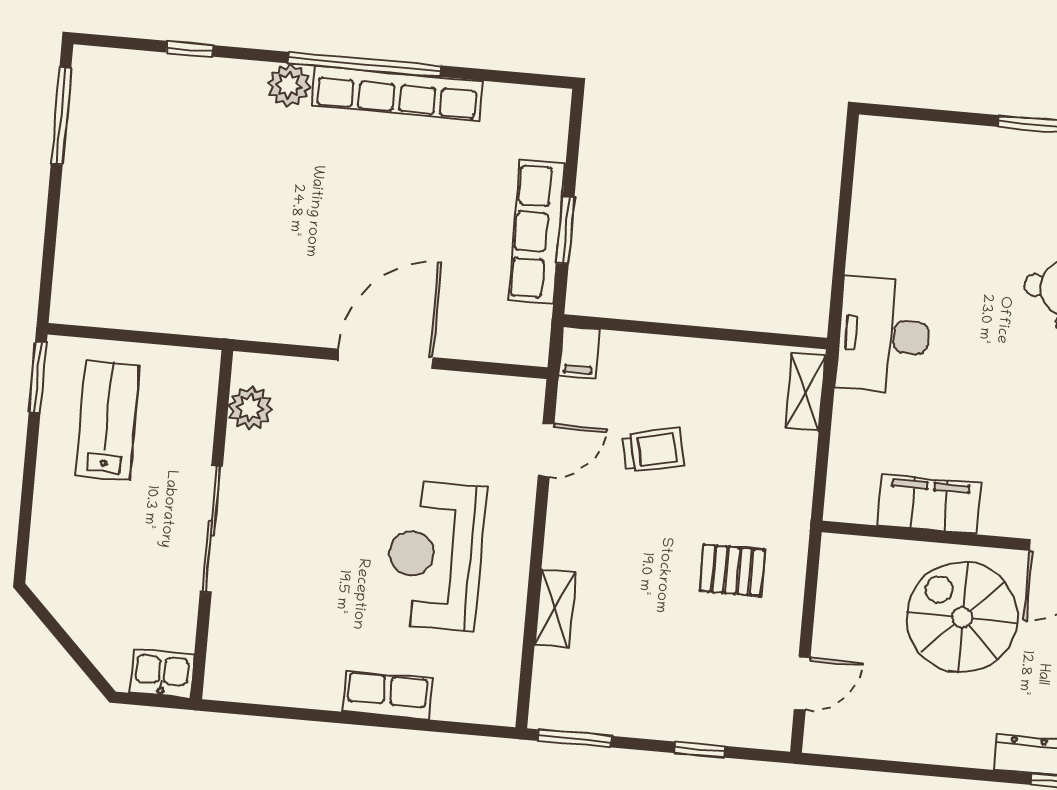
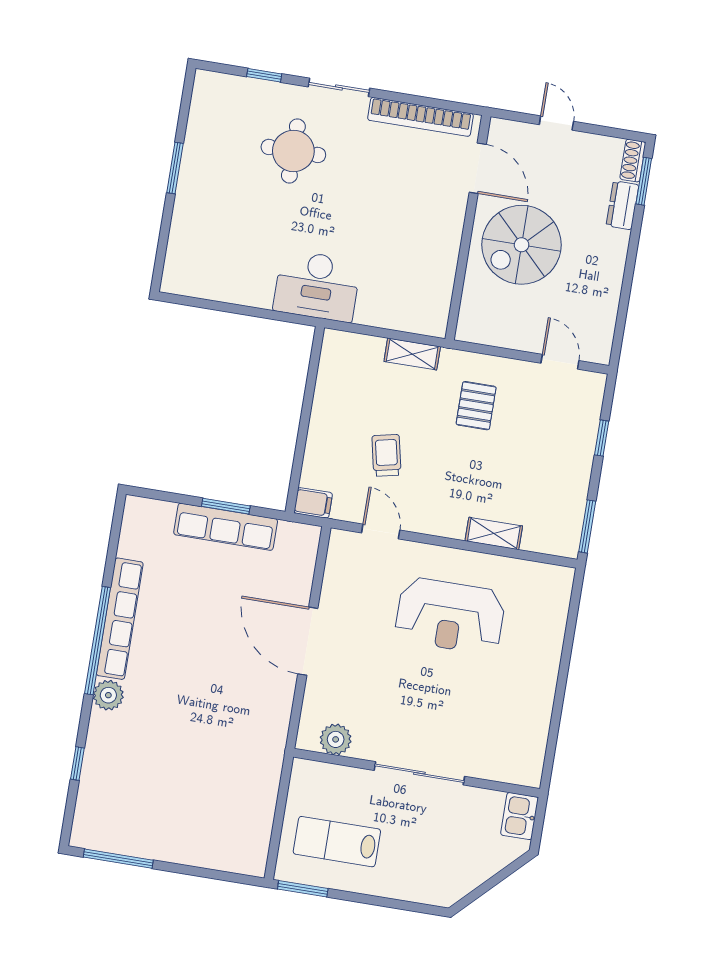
shelving: (805, 392) -> (412, 354), moved
filing cabinet: (929, 504) -> (439, 262), removed
row of seats: (387, 695) -> (547, 657), removed

